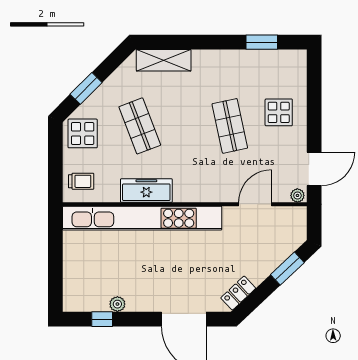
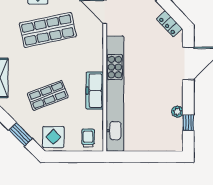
shop shelf: (230, 126) -> (48, 30), width x1.43, depth x1.36

